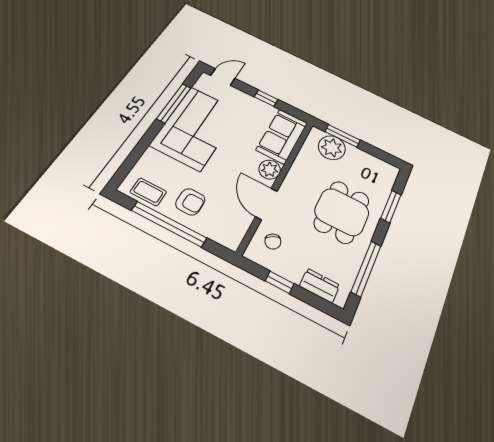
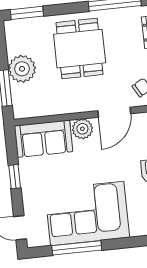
plant: (332, 148) -> (22, 69), moved
window: (391, 206) -> (27, 13), moved
dining table: (342, 212) -> (80, 49), turned 90

